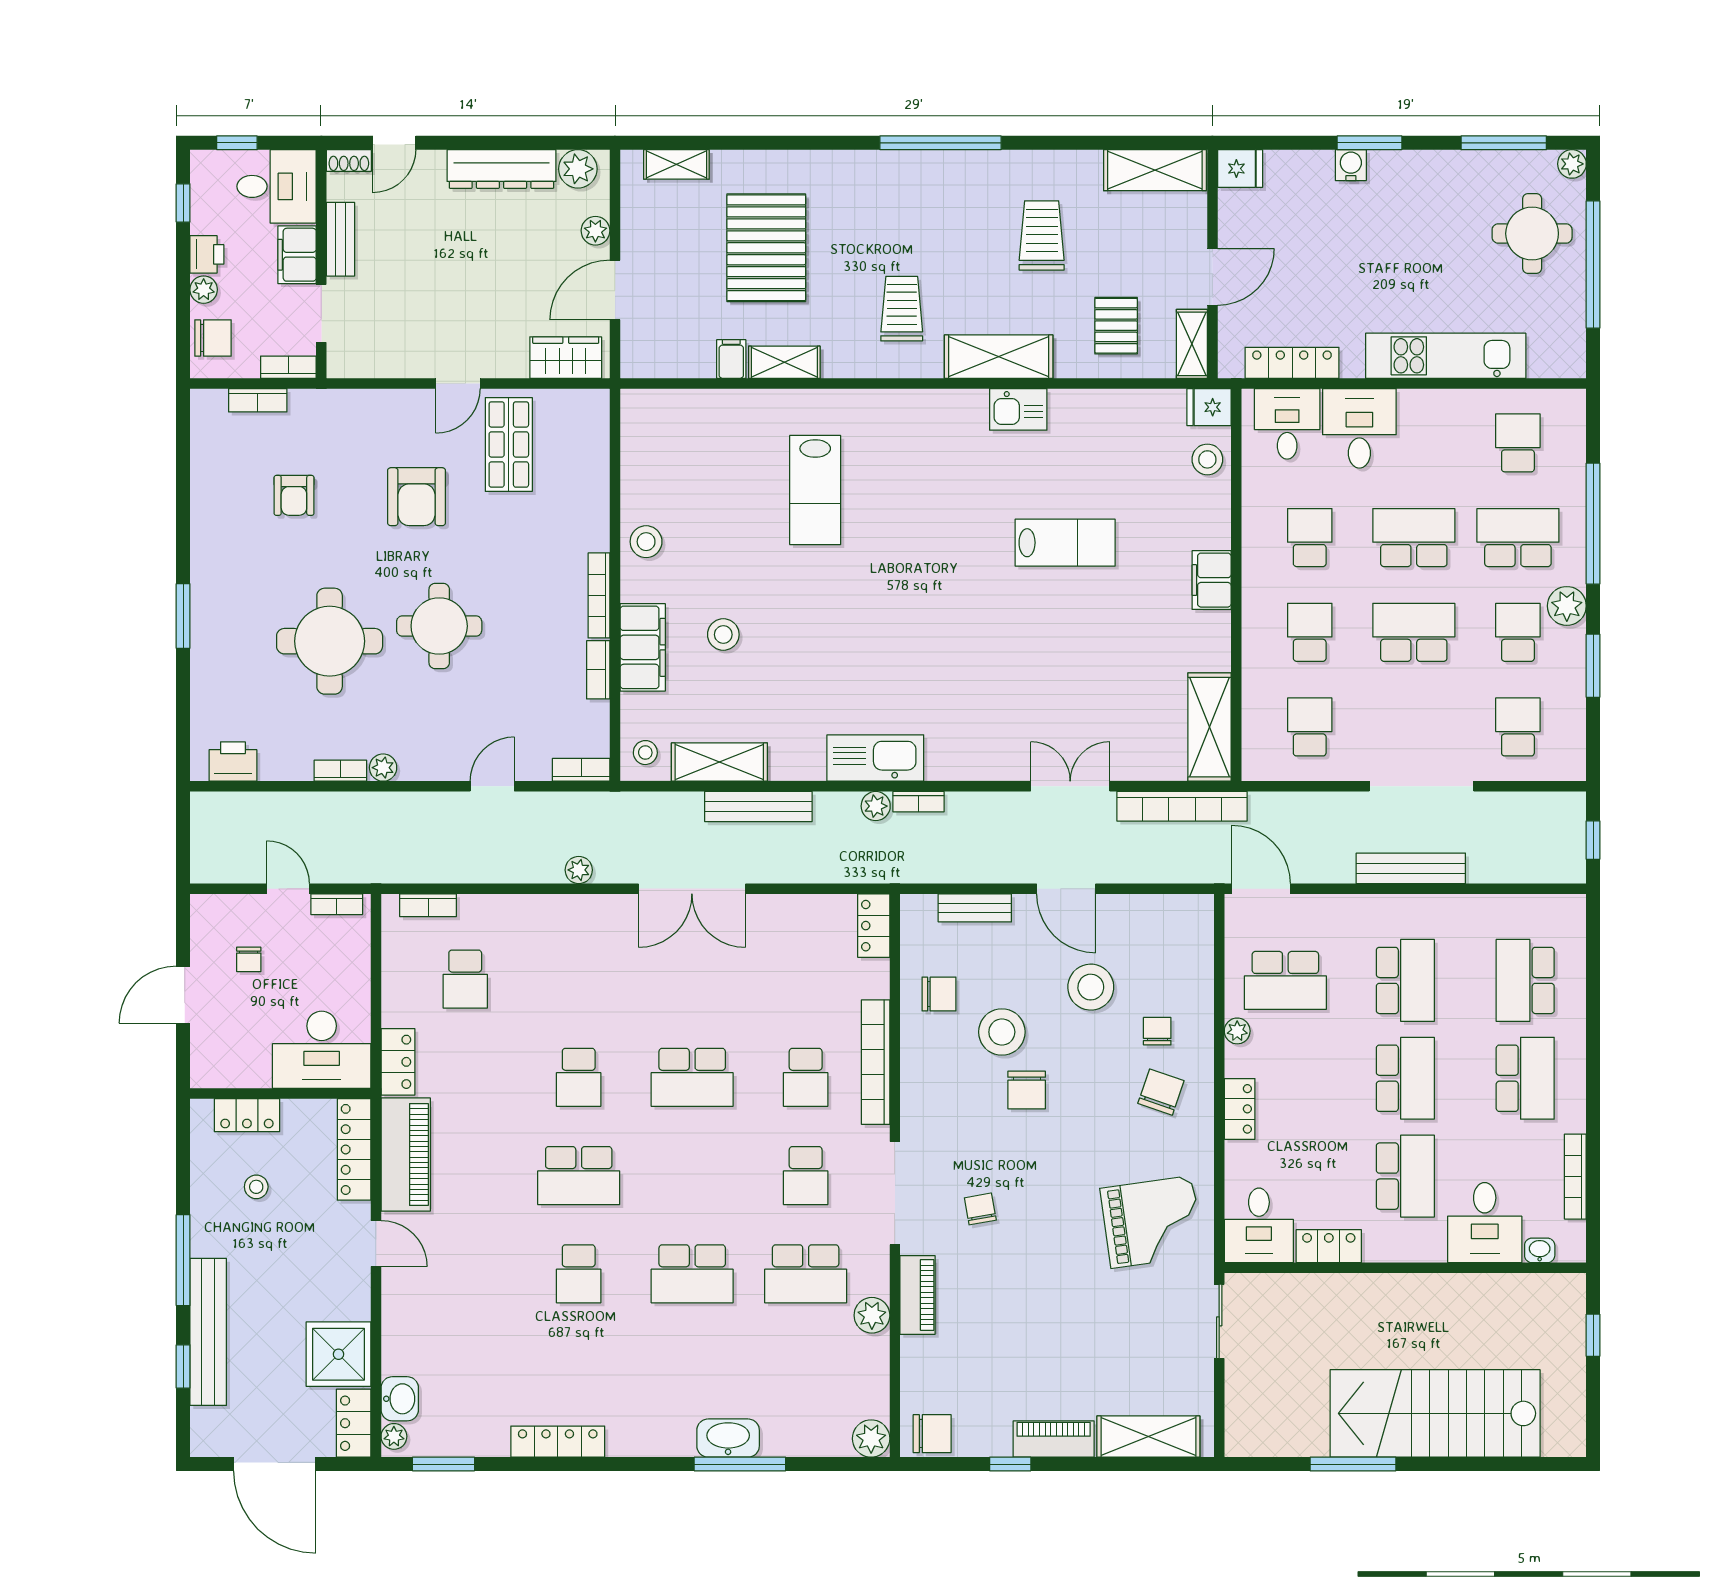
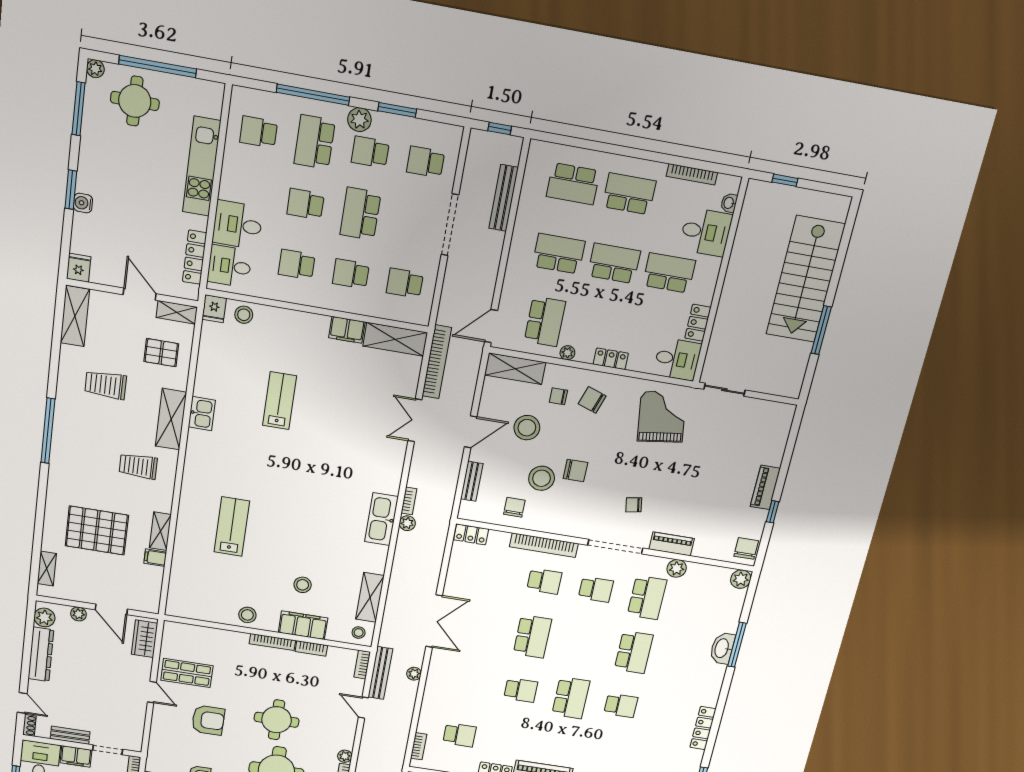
lab bench: (815, 490) -> (232, 527), turned -90
school desk: (1414, 538) -> (306, 204), width x0.54
filing cabinet: (1212, 580) -> (347, 330), moved
bench: (758, 807) -> (380, 673), moved
bench: (1411, 868) -> (504, 198), moved
shelving: (1148, 1437) -> (515, 369), moved, turned 90

